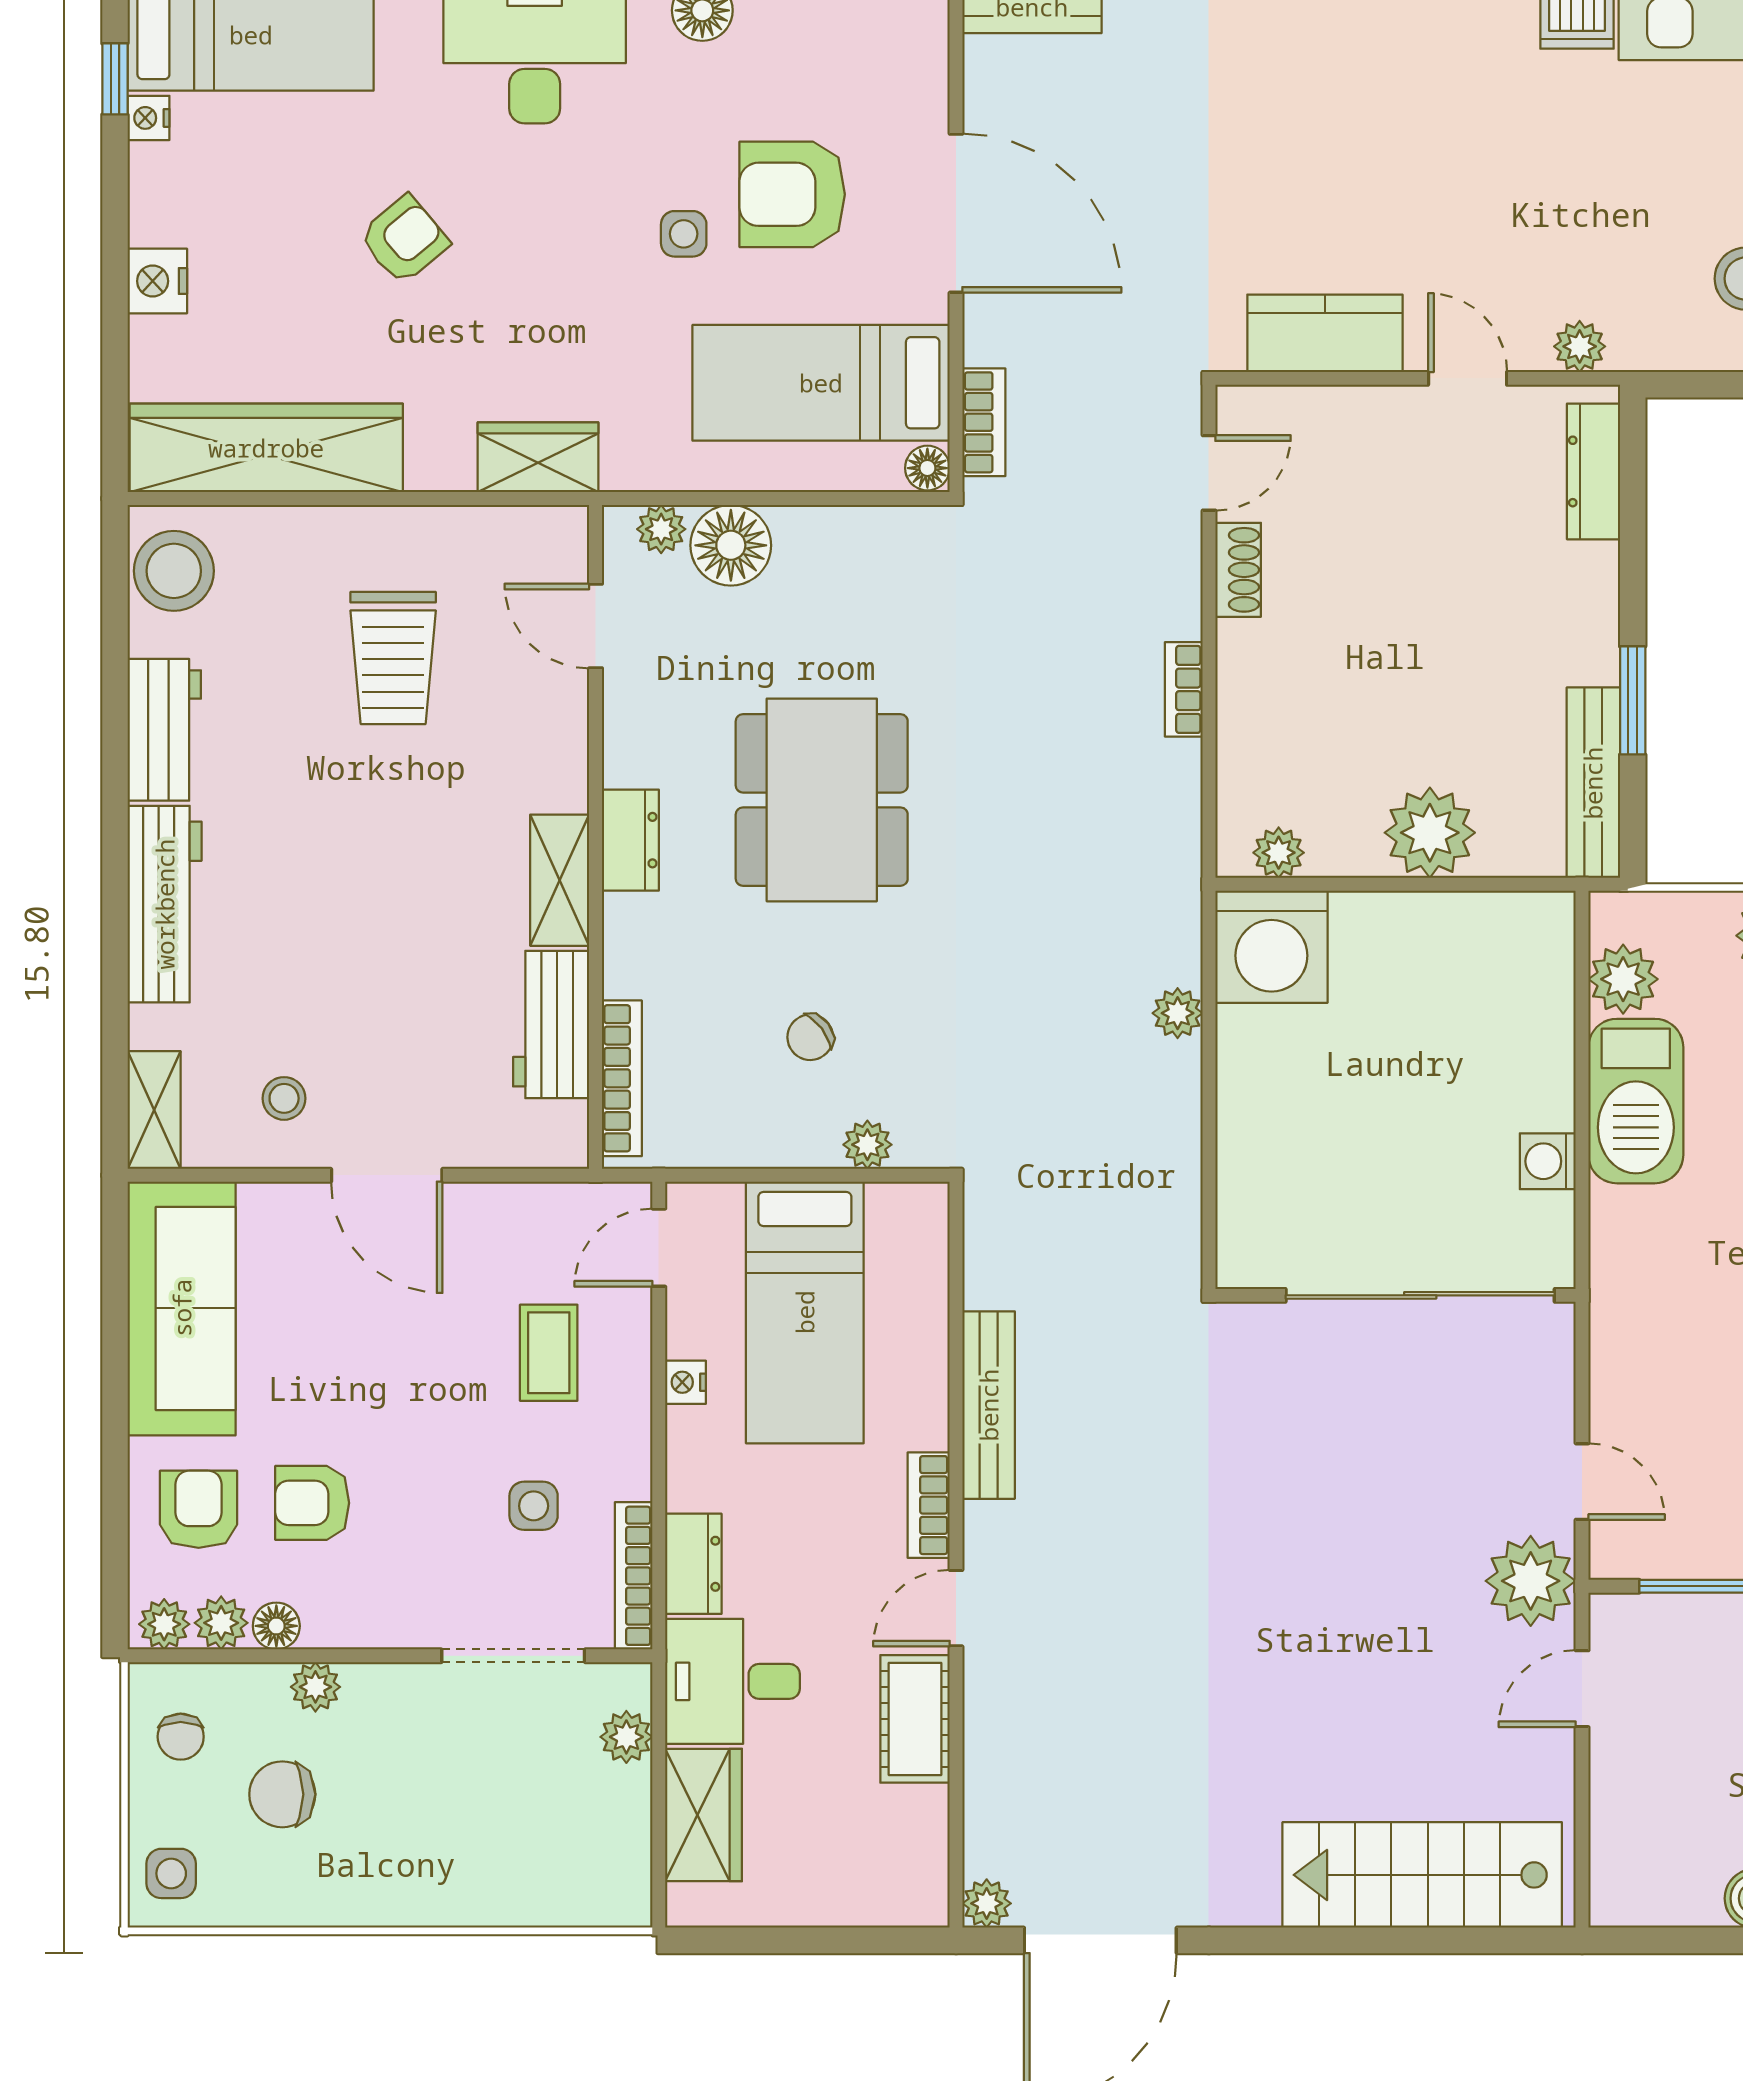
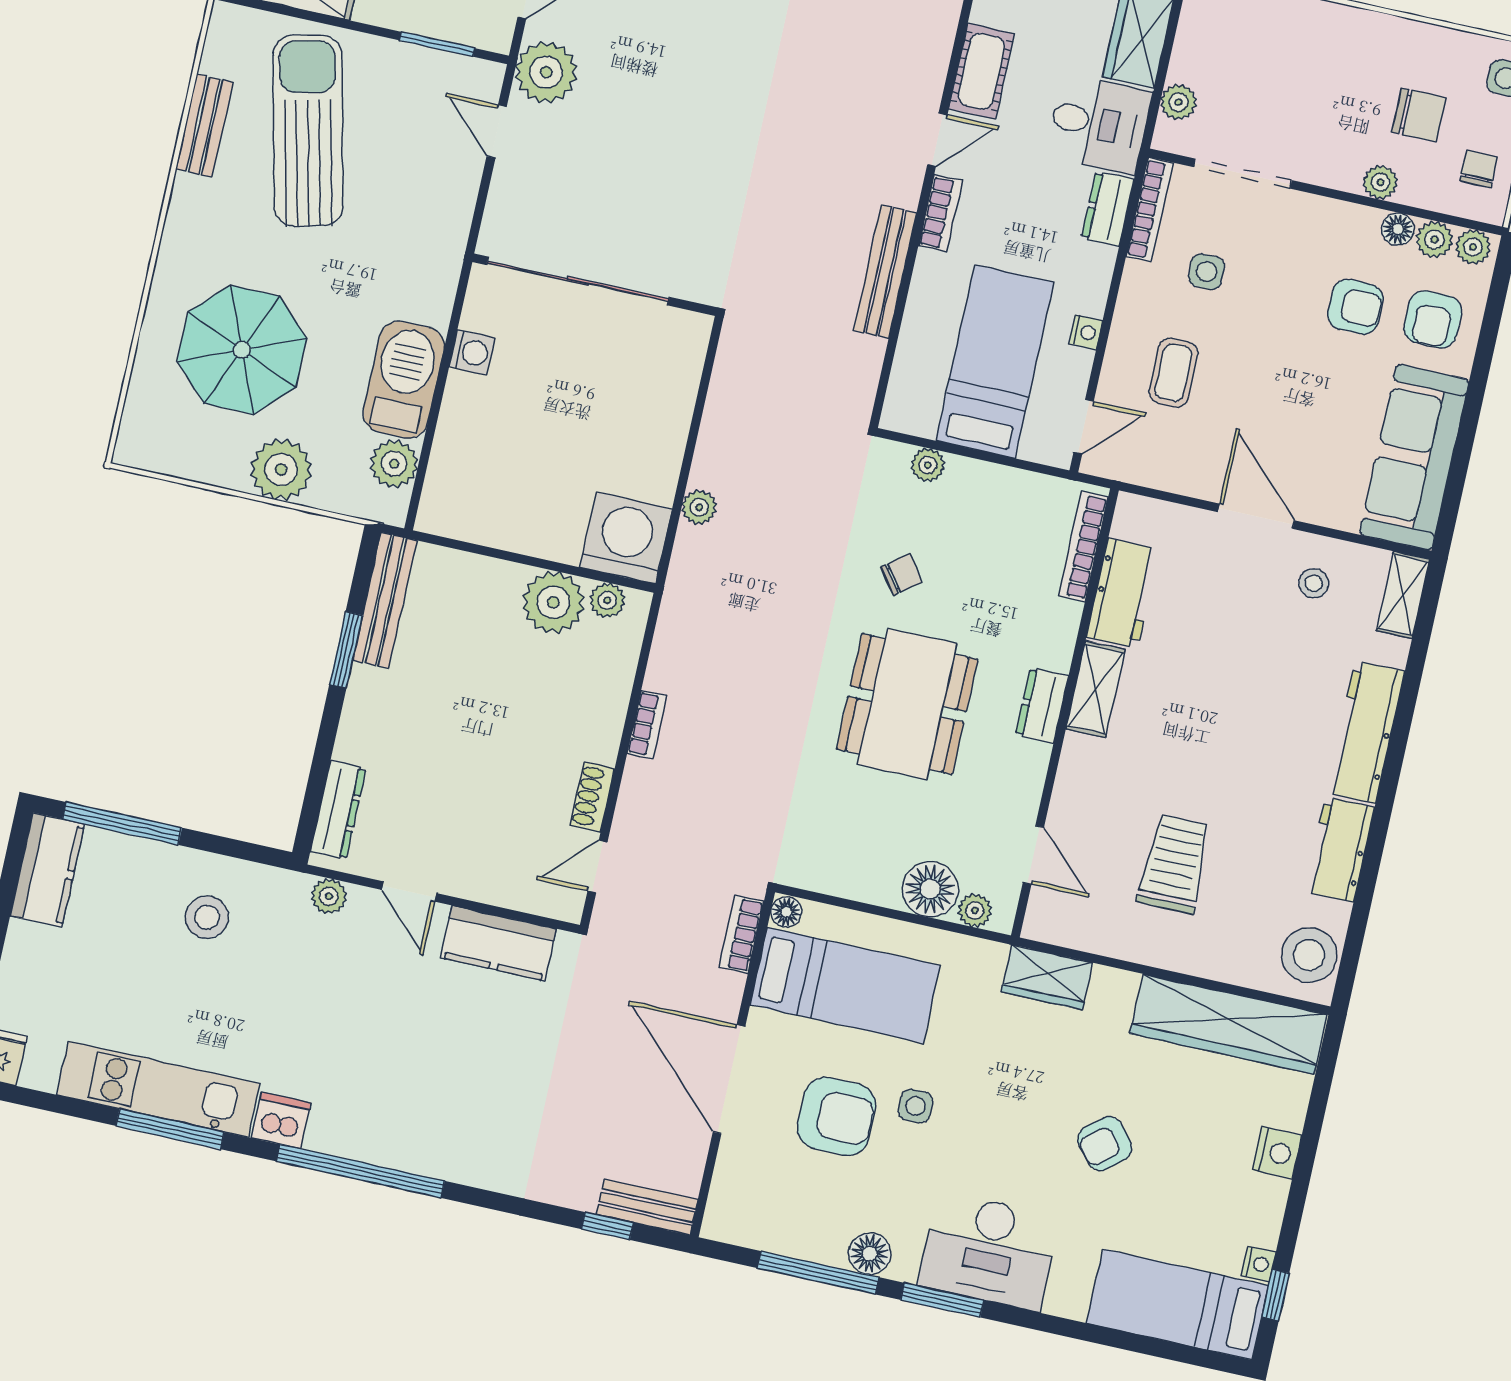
plant: (1430, 833) -> (553, 602), moved
chair: (810, 1037) -> (902, 575), moved

